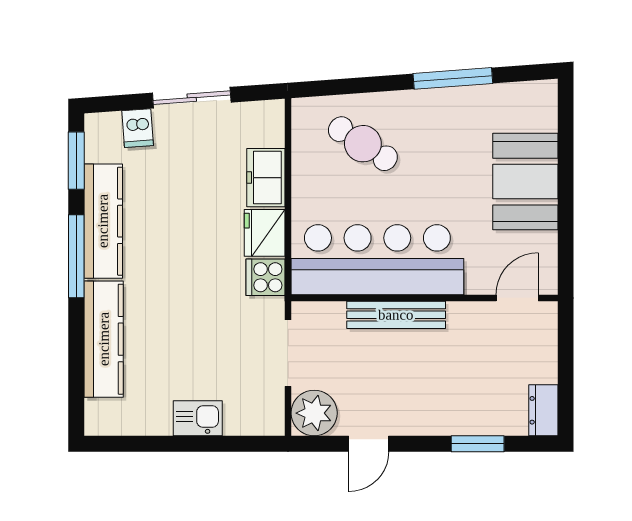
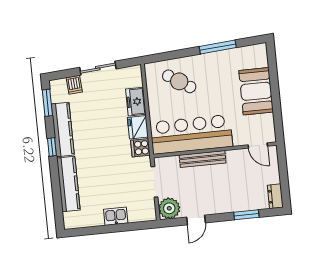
window: (76, 256) -> (52, 147), width x0.46
door: (517, 298) -> (258, 146), swing flipped

